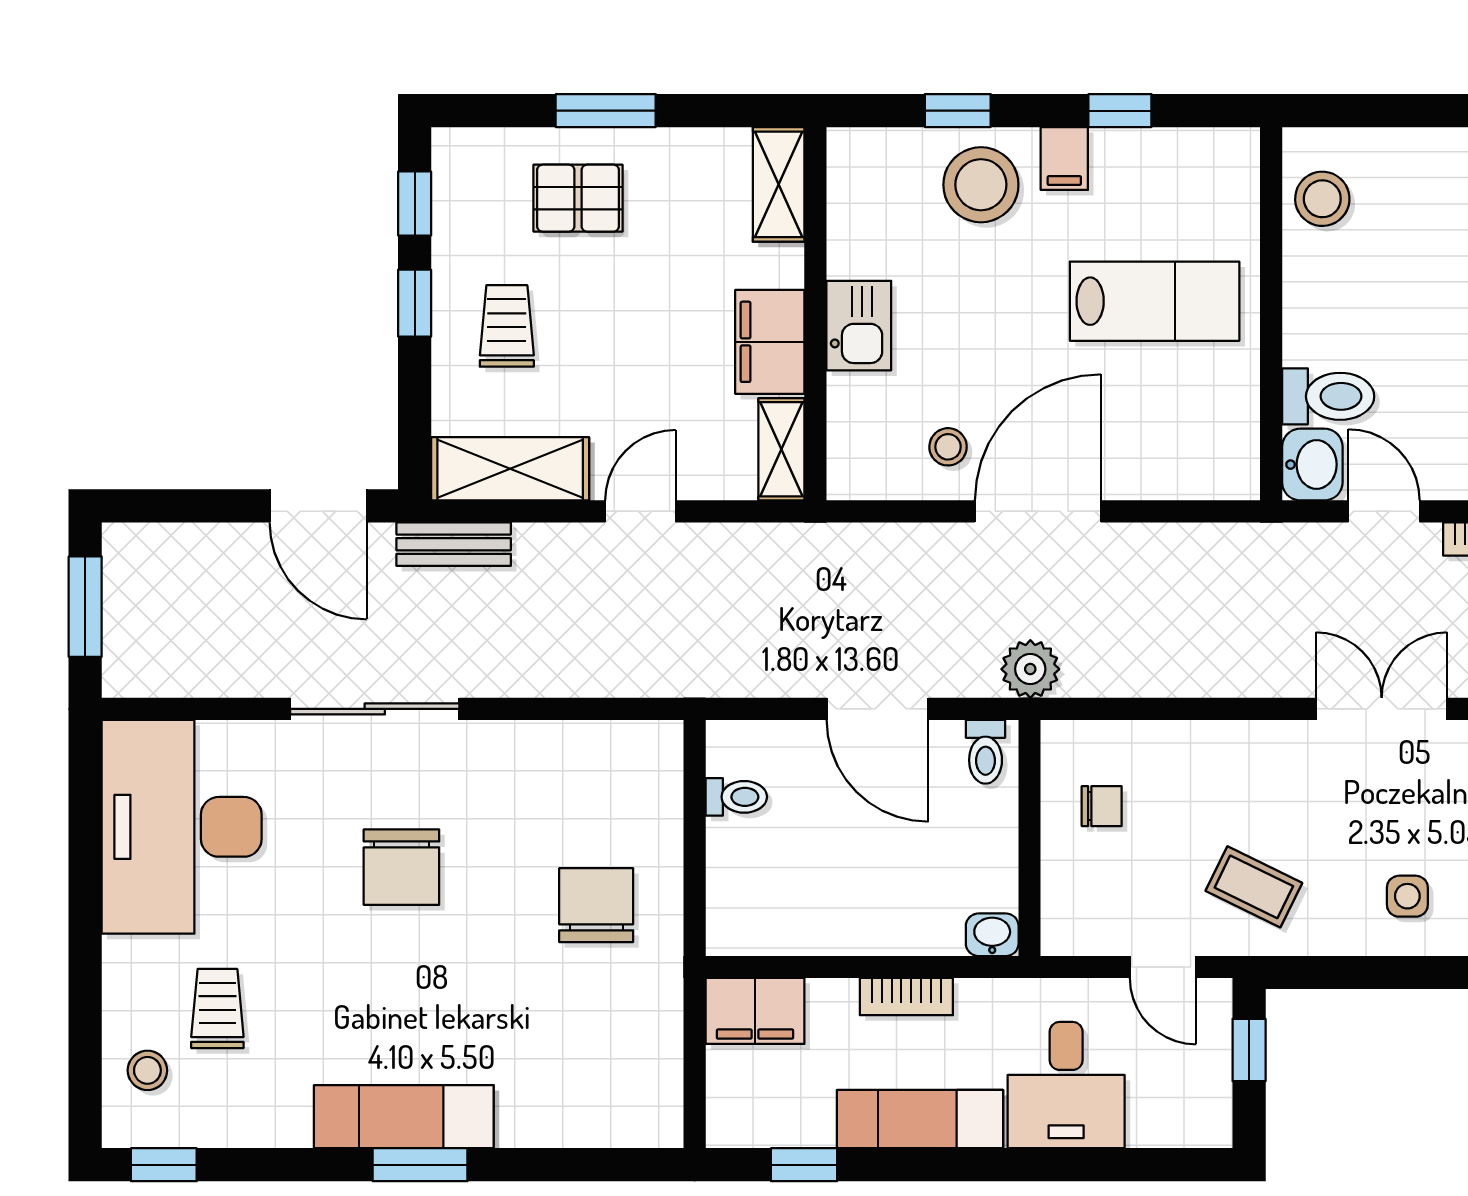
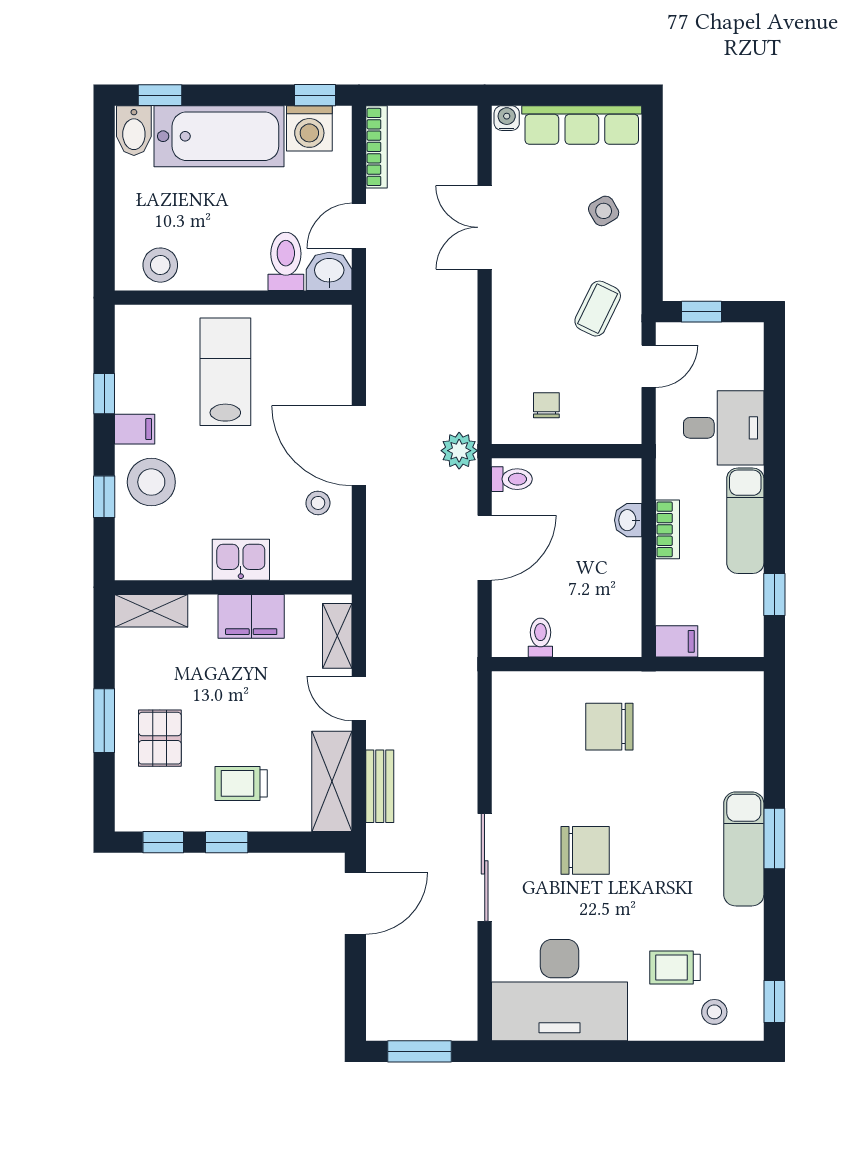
shelving: (781, 449) -> (337, 636), moved, turned 90
bench: (454, 544) -> (380, 786), moved
side table: (1407, 896) -> (604, 211), turned -30
washbasin: (992, 935) -> (628, 520), moved
filing cabinet: (755, 1011) -> (677, 641), width x0.50

